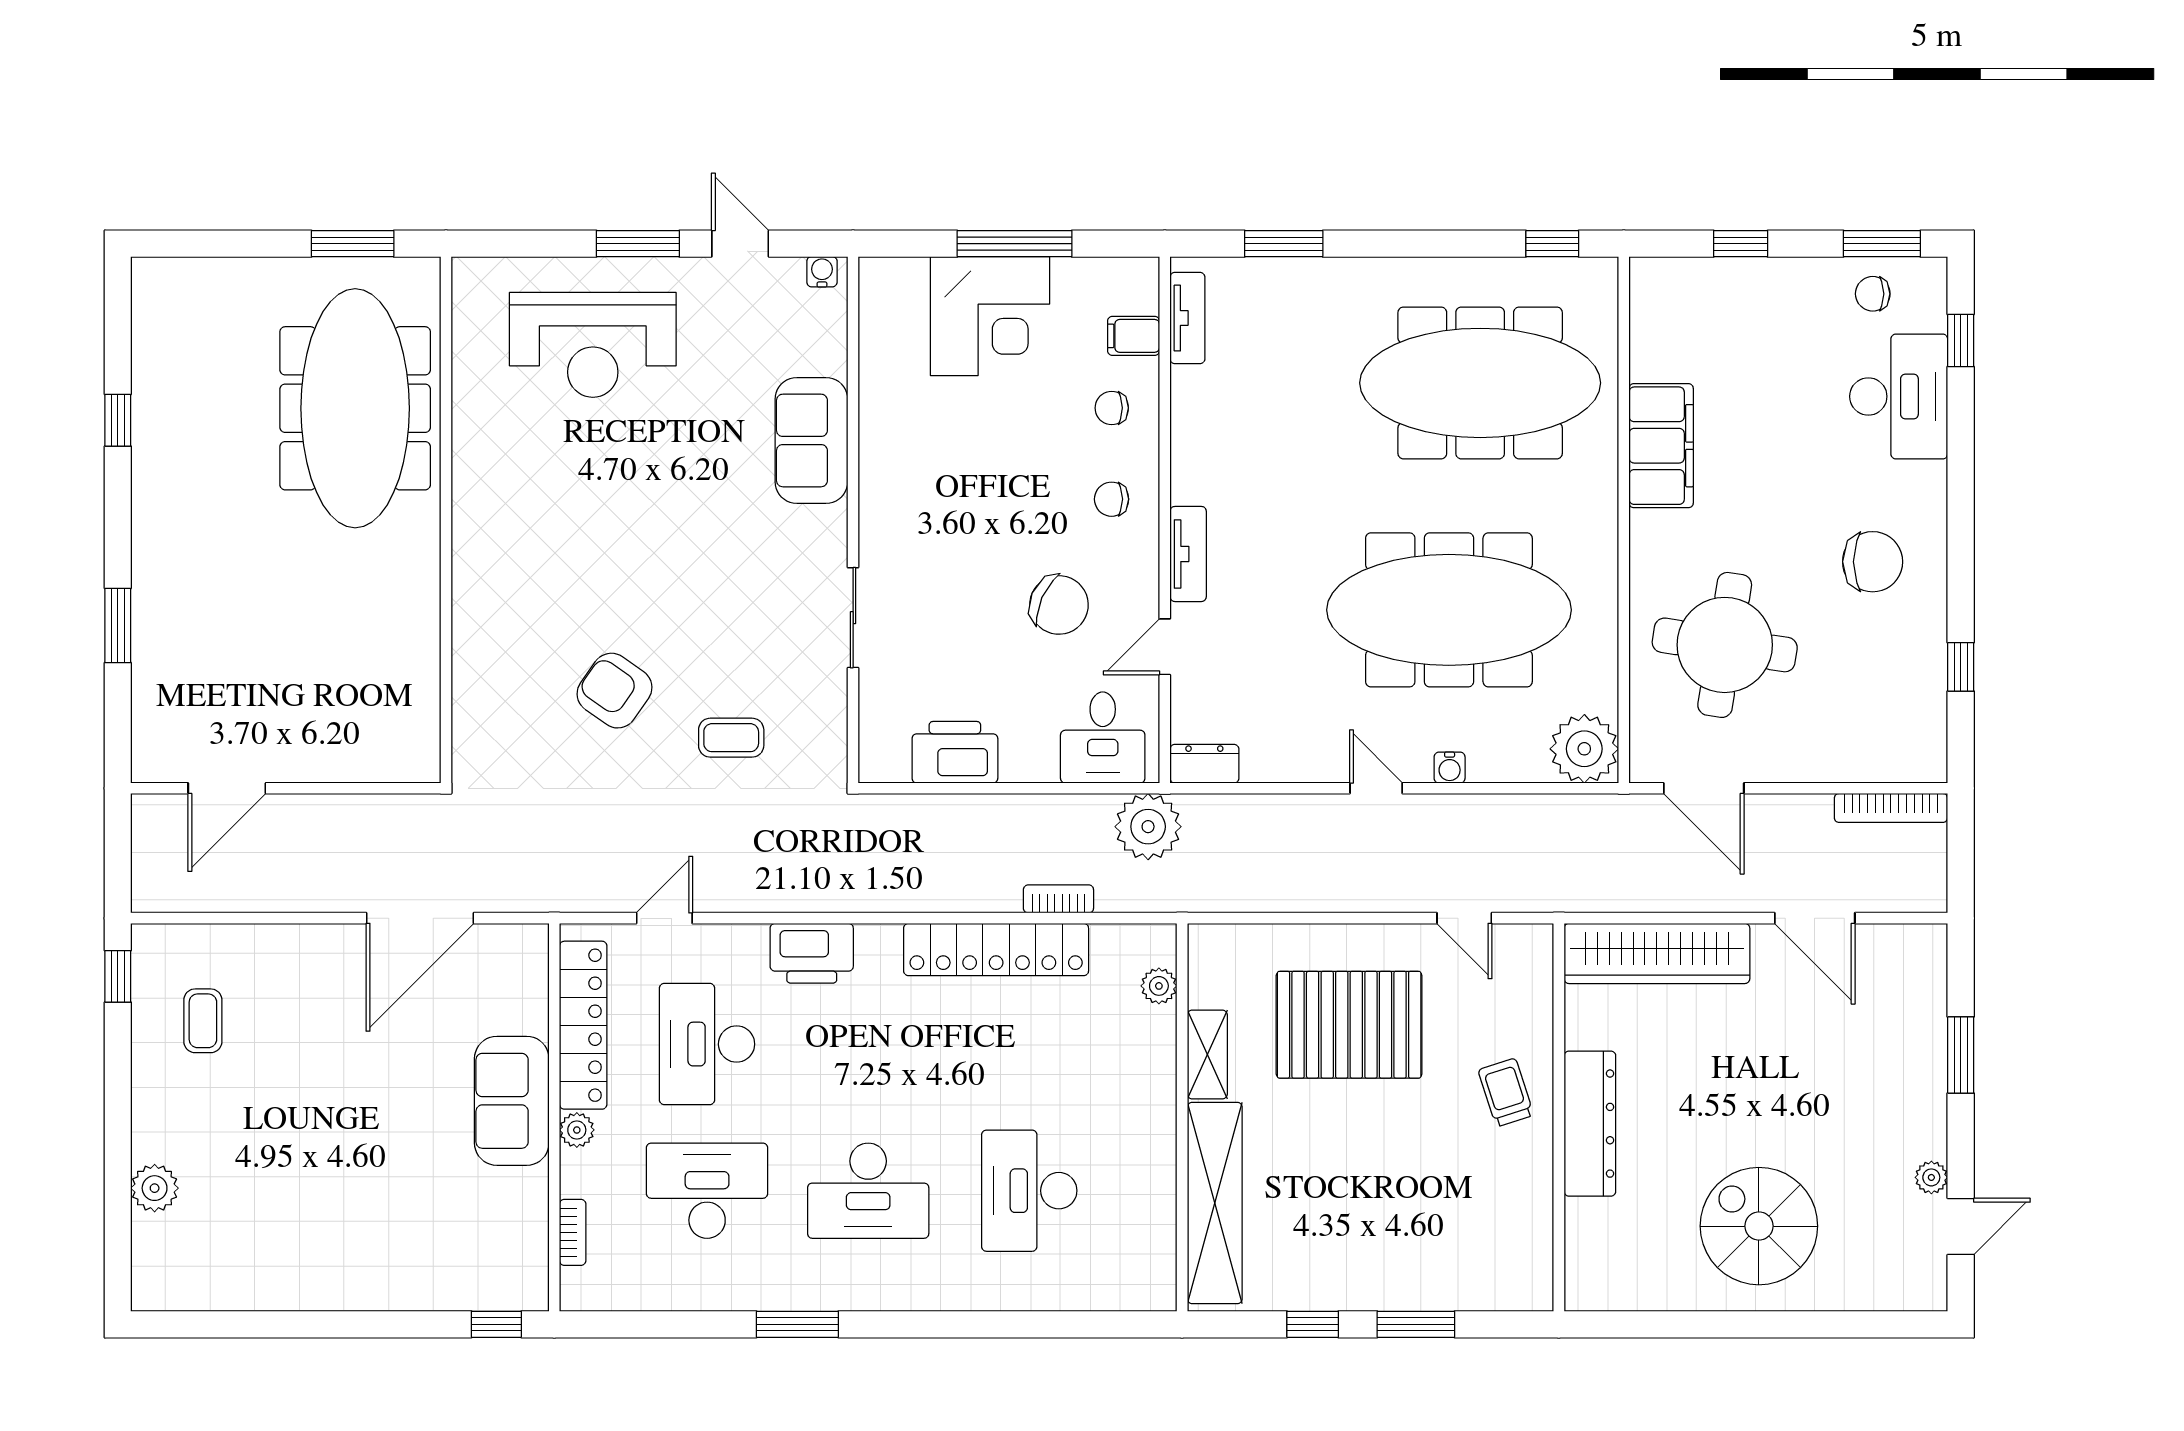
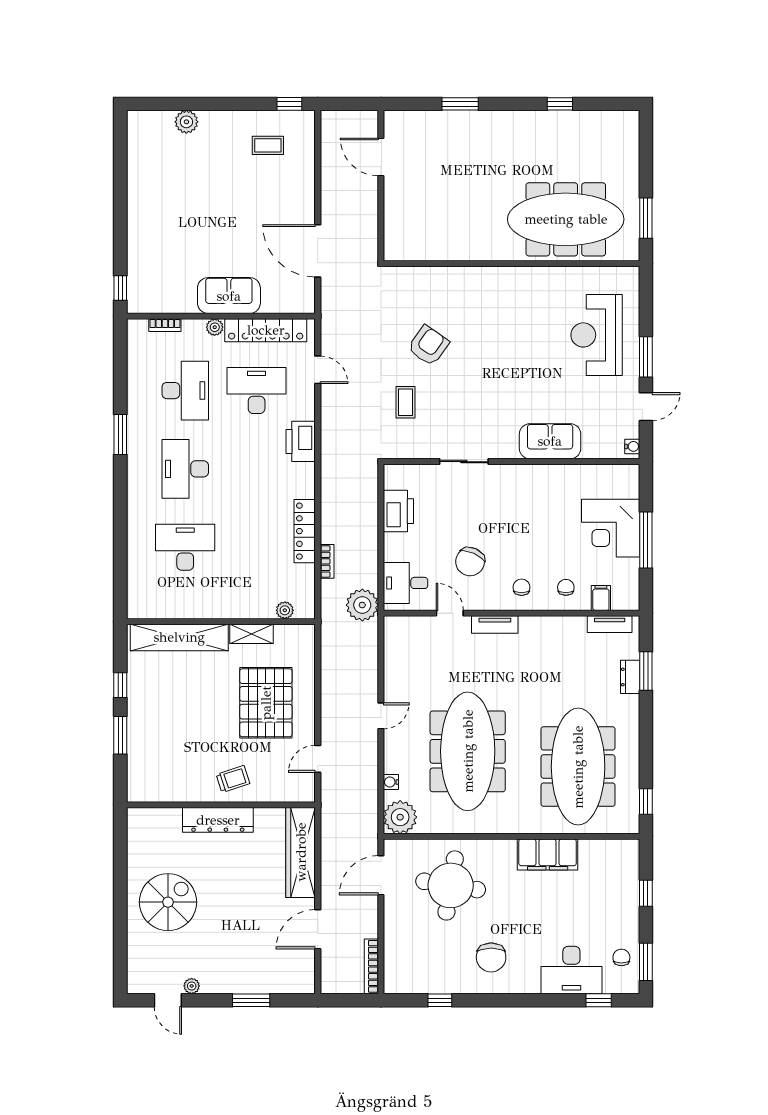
dresser: (1204, 764) -> (630, 677), moved, turned 180
water cooler: (1450, 768) -> (391, 782), moved
locker: (996, 950) -> (305, 531), width x0.71, depth x0.83

